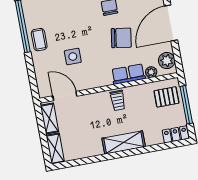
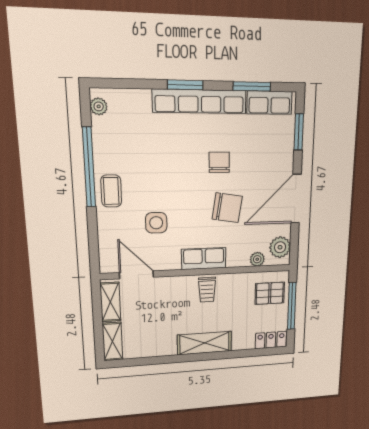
row of seats: (128, 74) -> (204, 259), moved

